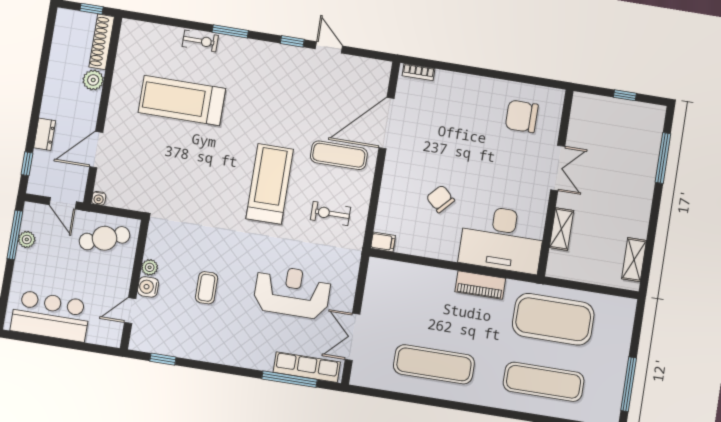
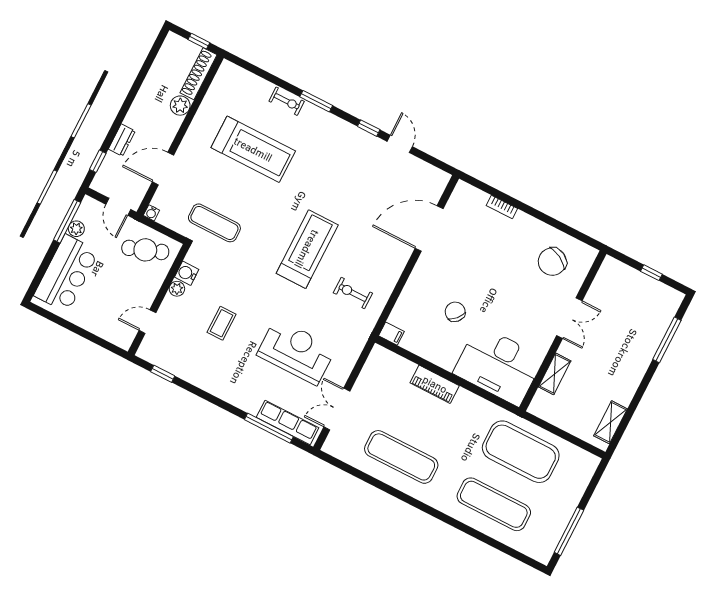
bookcase: (418, 72) -> (502, 207), moved
treadmill: (182, 101) -> (253, 149), turned 180
chair: (522, 116) -> (552, 262), turned -61
exercise mat: (339, 155) -> (214, 223), moved
piano: (480, 285) -> (435, 384), moved
water cooler: (148, 287) -> (187, 273), moved
bar counter: (50, 316) -> (66, 273), moved, turned 90

